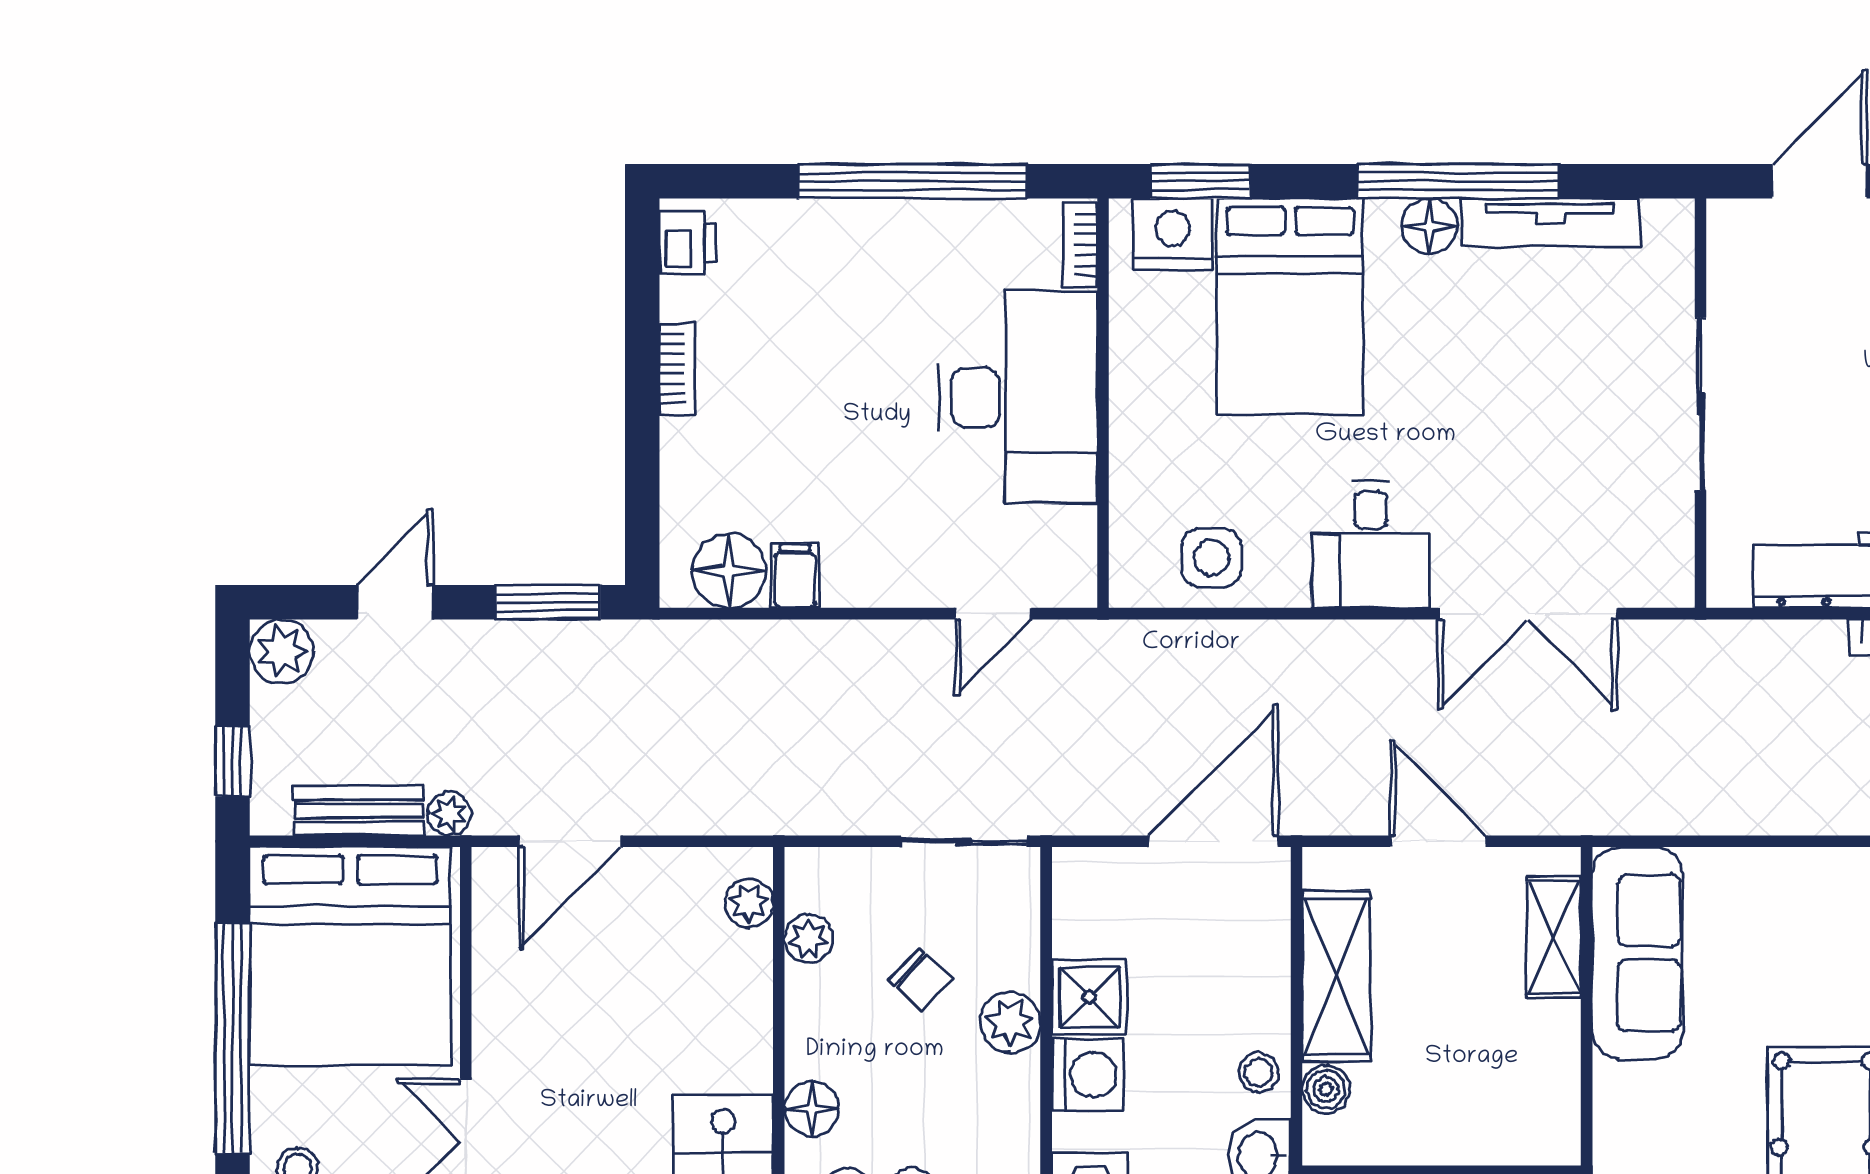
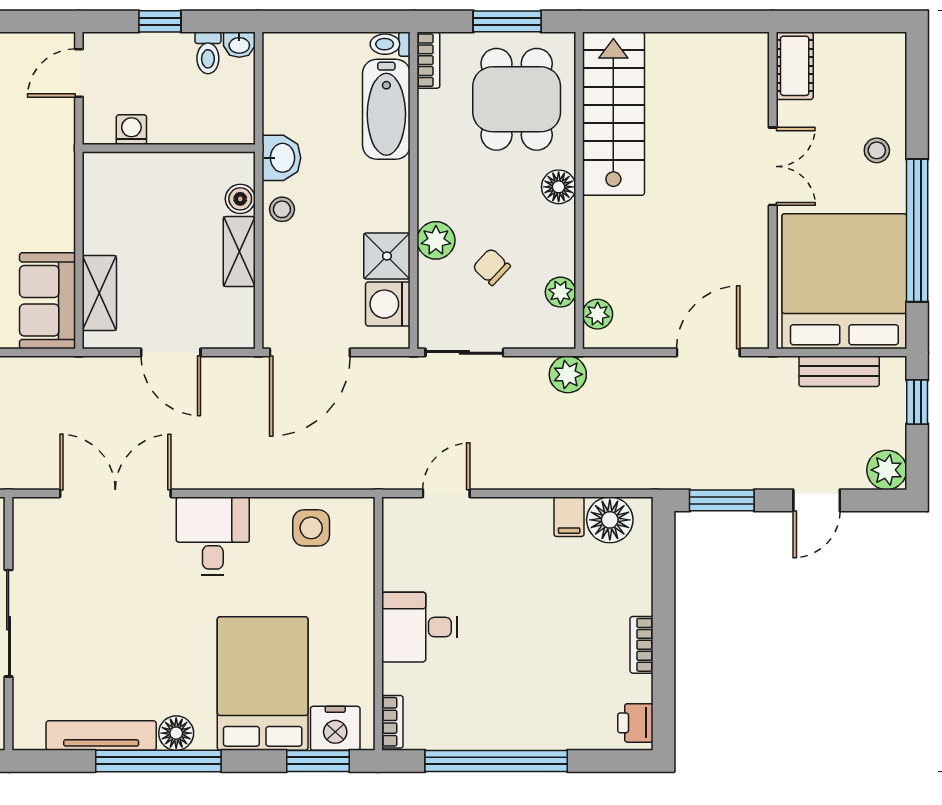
desk: (1018, 398) -> (420, 627), width x0.53, depth x0.77
plant: (450, 814) -> (568, 374), moved, width x1.38, depth x1.38
sofa: (1637, 953) -> (48, 301), width x0.73
shelving: (1336, 976) -> (239, 252), width x0.67, depth x0.75
washing machine: (1088, 1075) -> (388, 304), moved

